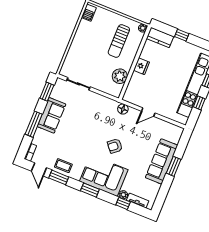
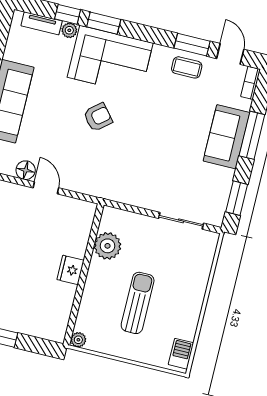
kitchen counter: (160, 37) -> (44, 327), removed
sun lounger: (119, 41) -> (138, 303), moved
floor lamp: (123, 109) -> (26, 170), moved
door: (148, 112) -> (46, 188), hinge flipped
sofa: (52, 115) -> (226, 137), moved
window: (90, 190) -> (104, 23), moved

